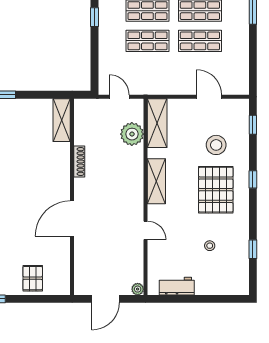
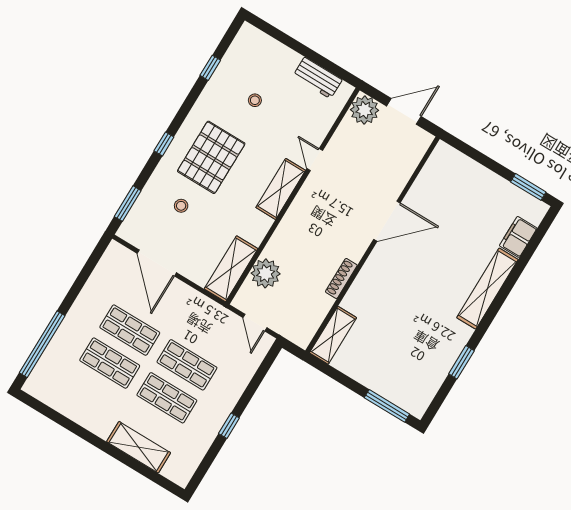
door: (209, 97) -> (157, 263), width x1.36
window: (253, 125) -> (128, 204), width x1.50
stool: (216, 145) -> (181, 206), width x0.53, depth x0.53
shelving: (156, 181) -> (281, 189), moved
pallet: (33, 278) -> (469, 182), removed
plant: (138, 289) -> (365, 110), width x1.88, depth x1.88

